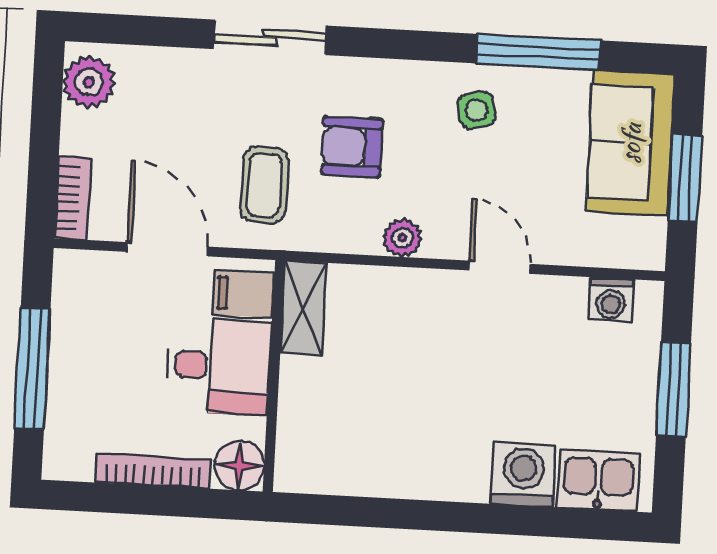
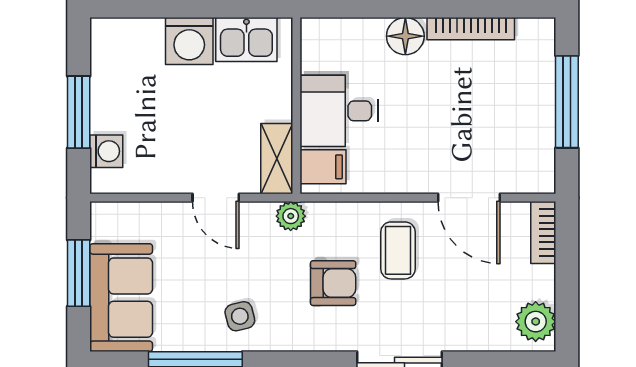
filing cabinet: (243, 294) -> (323, 167), moved
washing machine: (611, 300) -> (106, 151), moved, turned 90
shelving: (303, 308) -> (277, 159), moved
desk: (219, 366) -> (339, 111), moved
wall: (274, 376) -> (296, 106), moved
kitchen sink: (598, 481) -> (246, 40), moved

